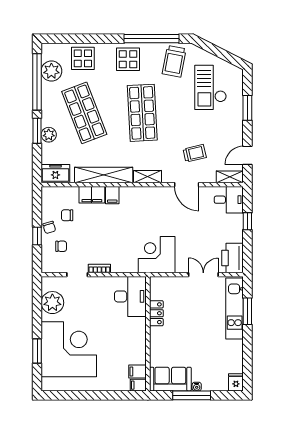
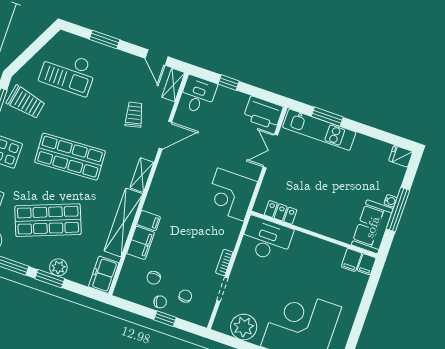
locker: (156, 313) -> (281, 212), moved

